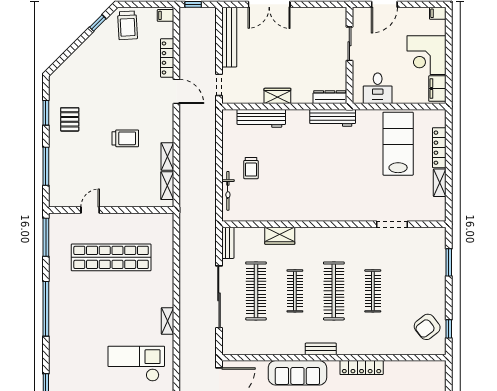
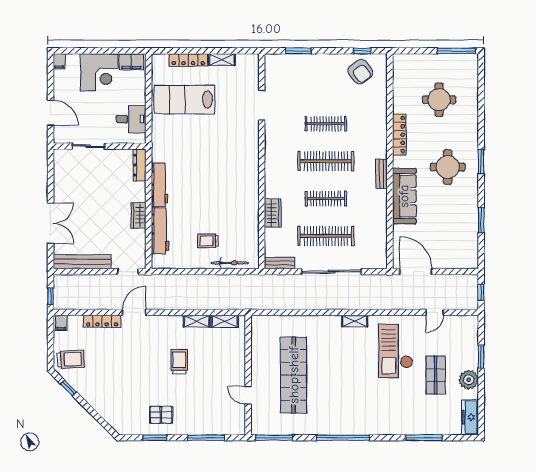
workbench: (333, 118) -> (160, 185), moved
trolley: (251, 168) -> (208, 241), turned 180

